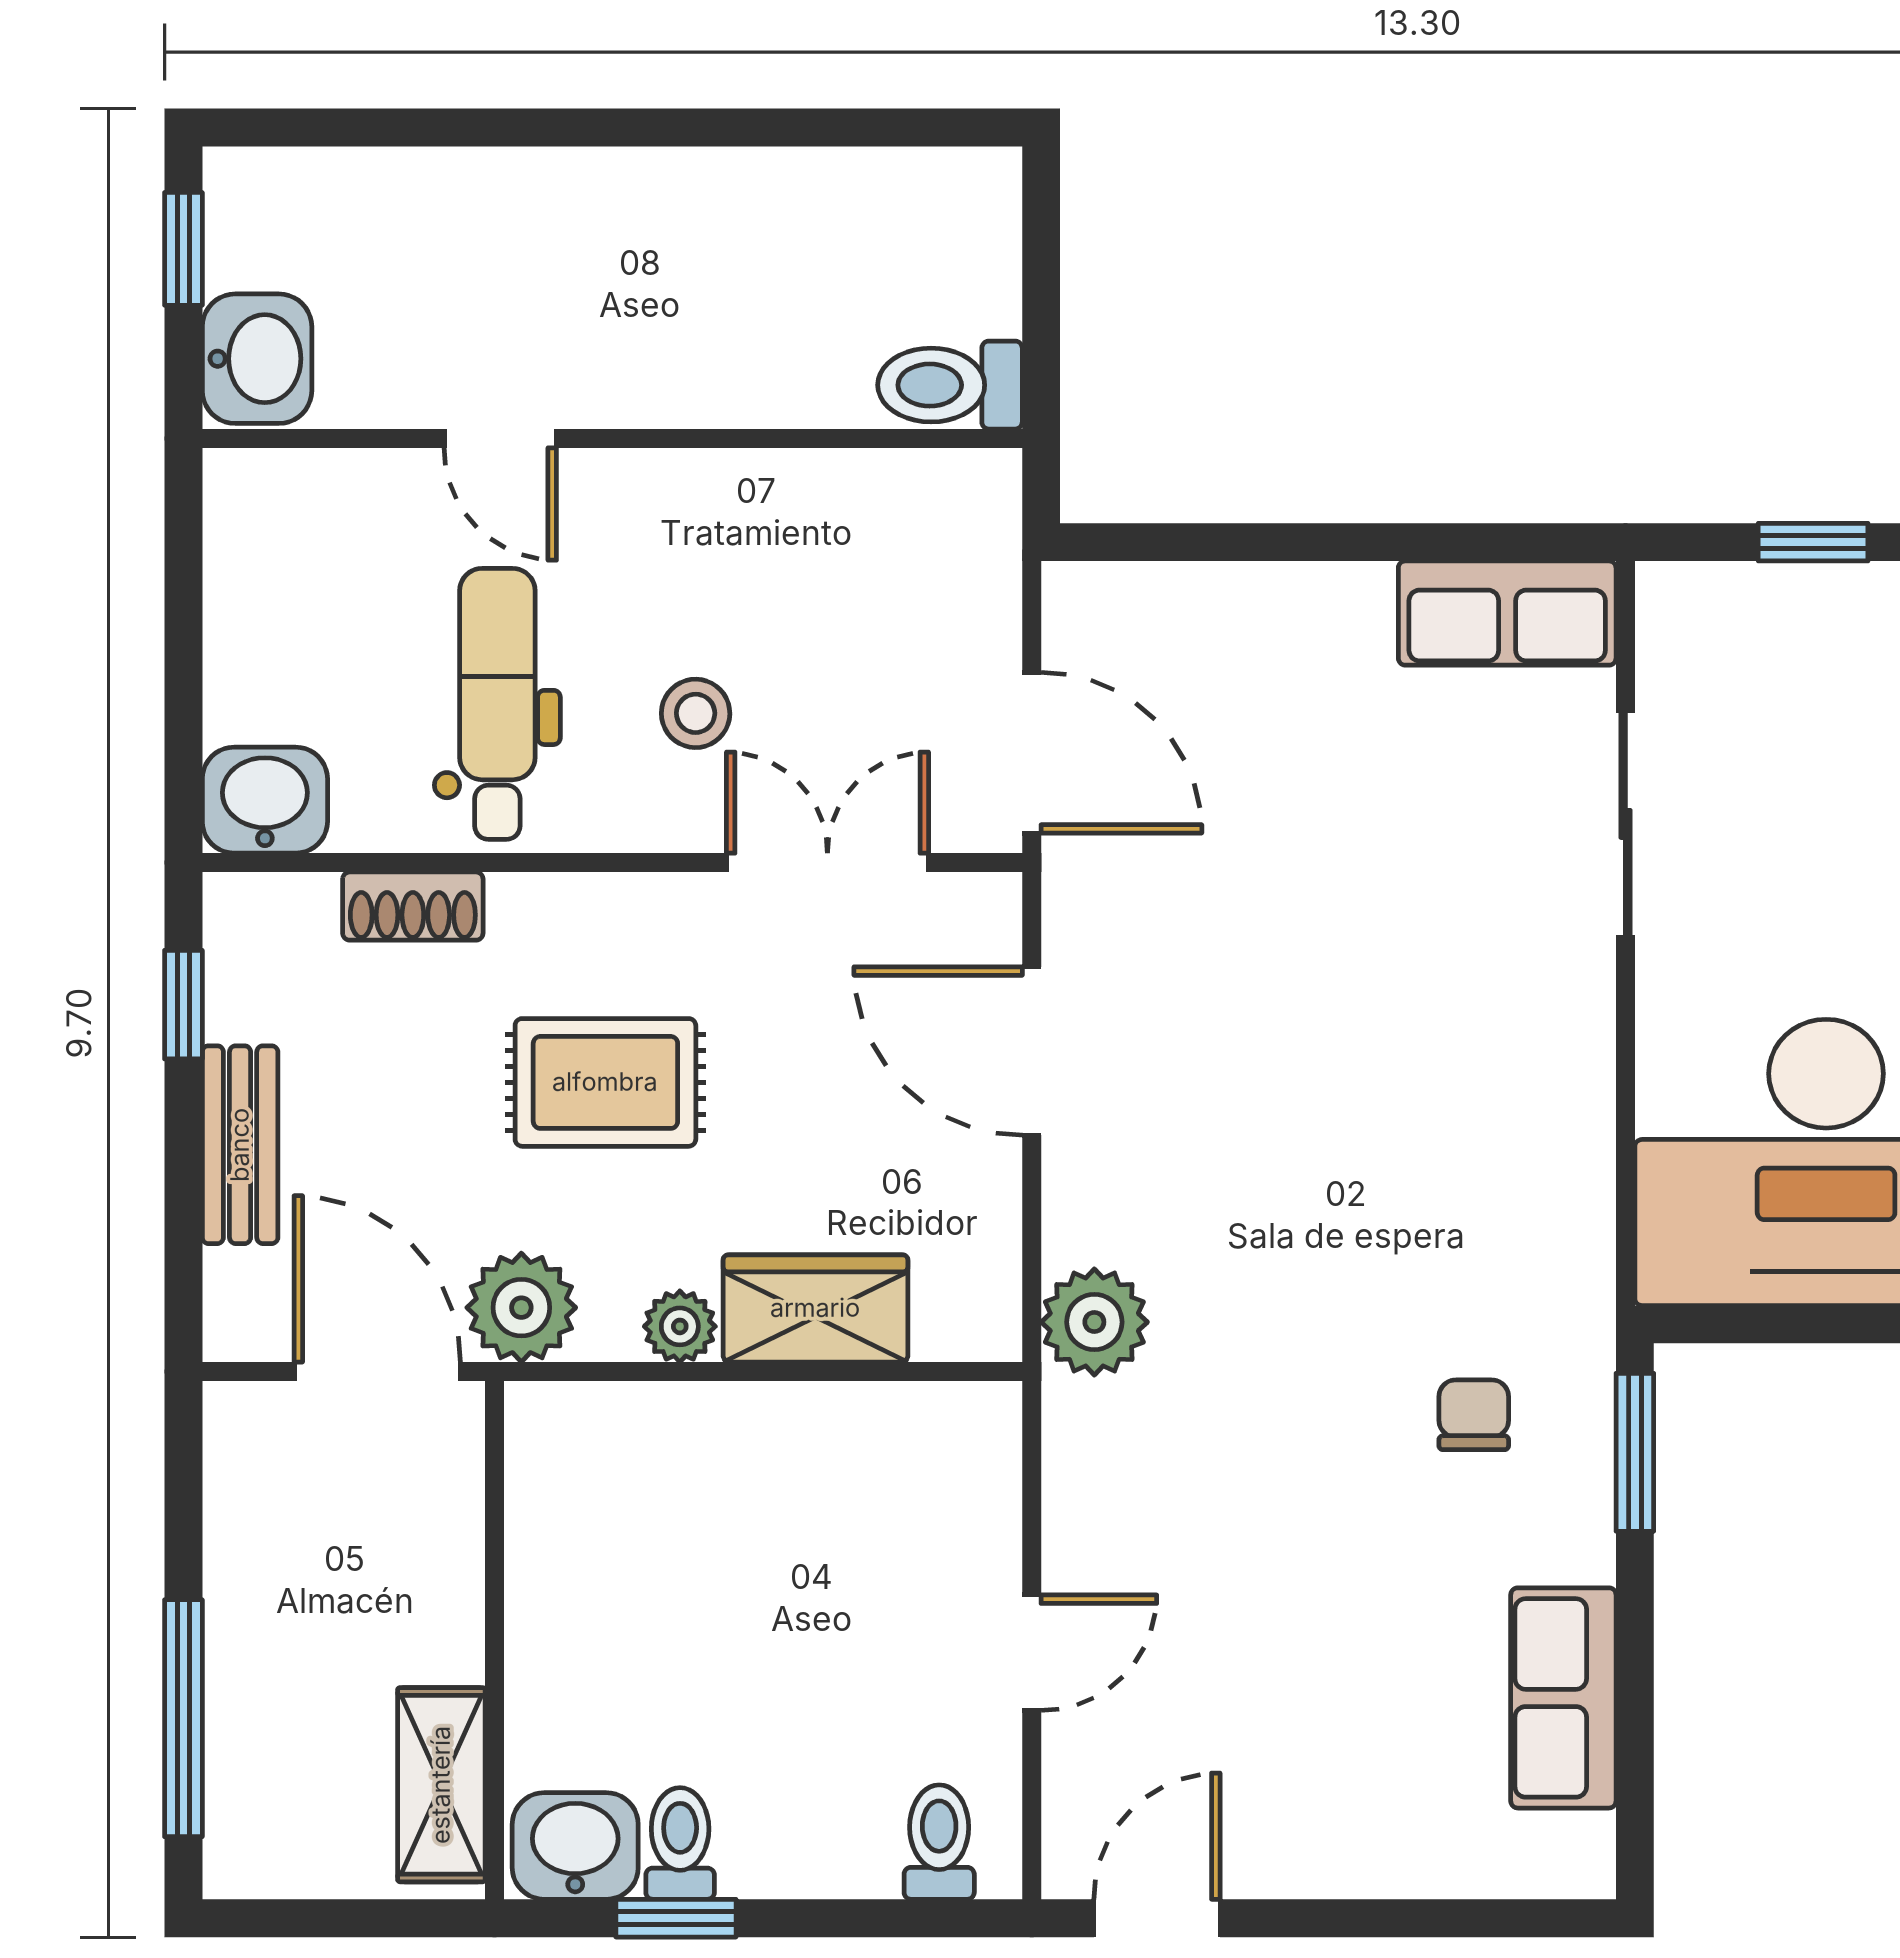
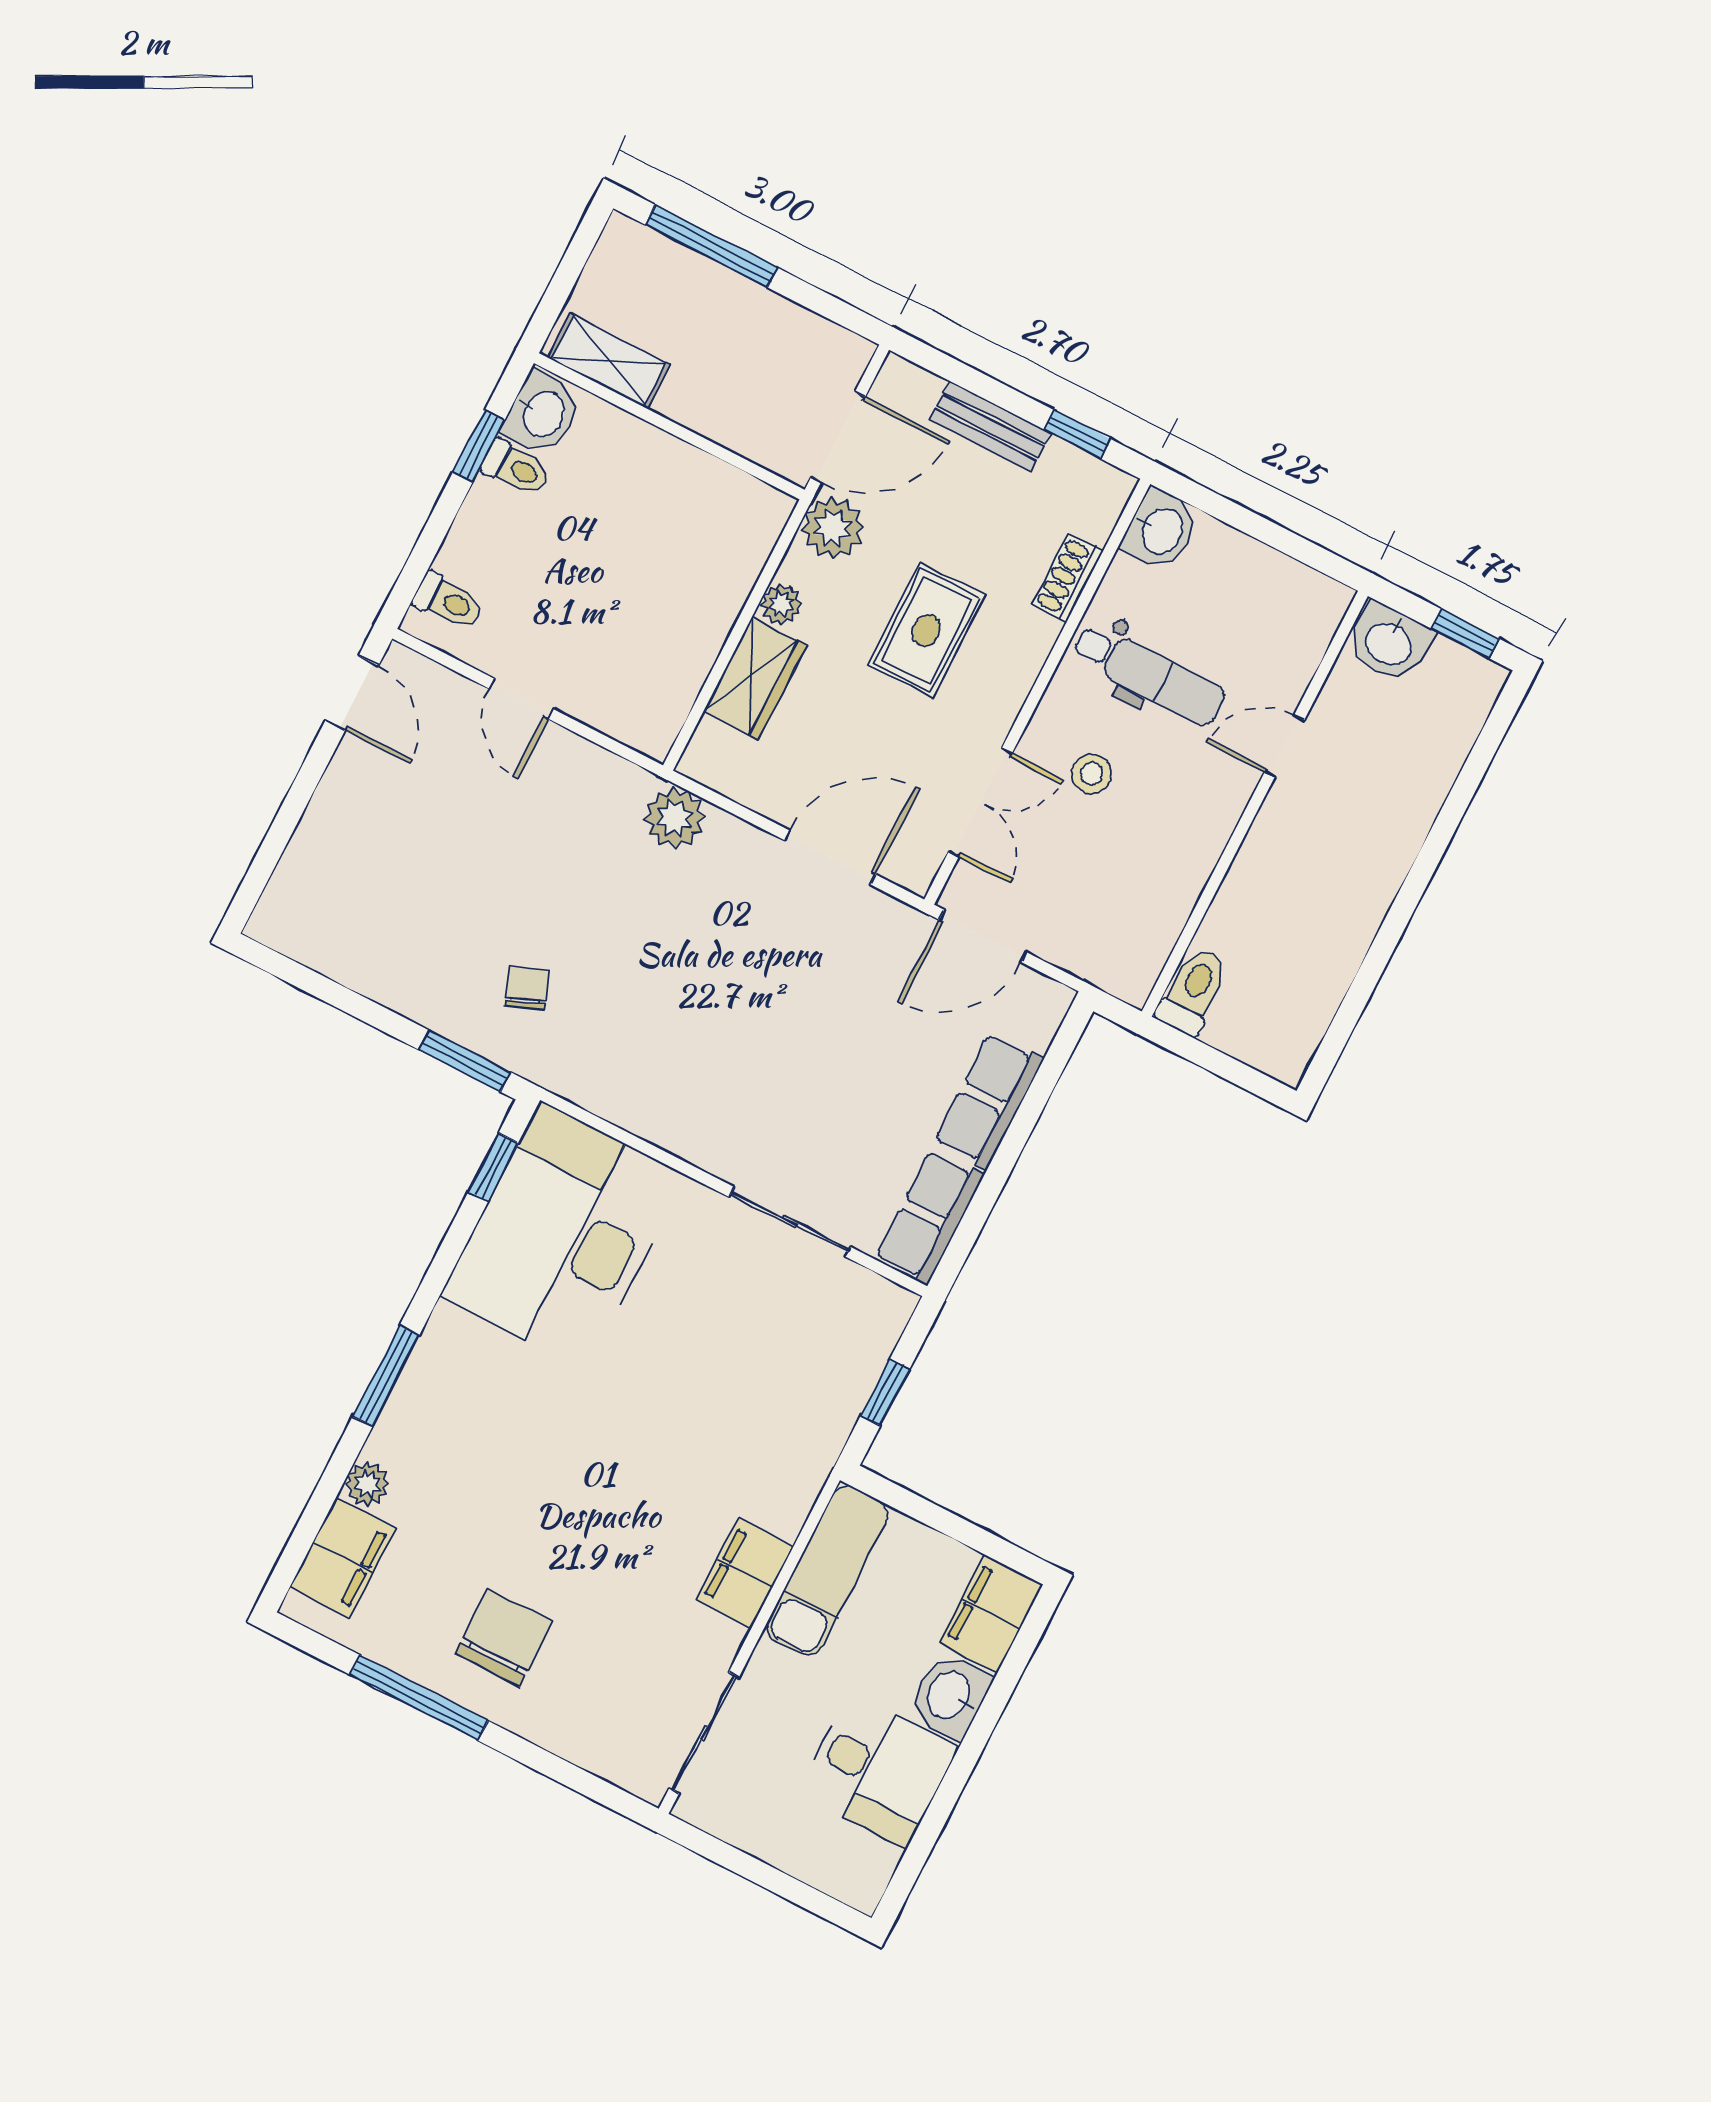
window: (1776, 1324) -> (493, 1167), added
chair: (1474, 1415) -> (527, 988), turned -111
row of seats: (1563, 1698) -> (989, 1100), moved, turned -90

